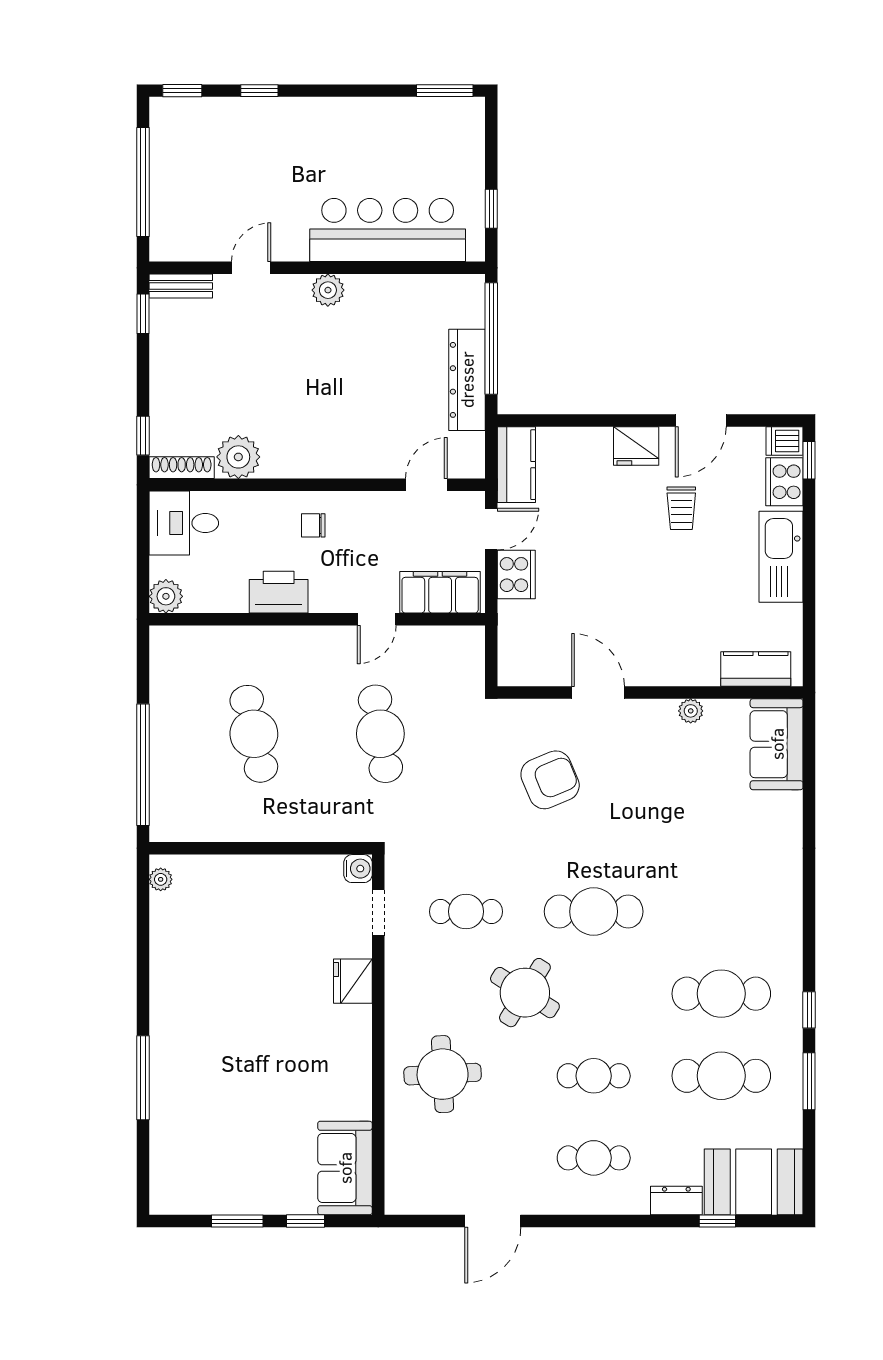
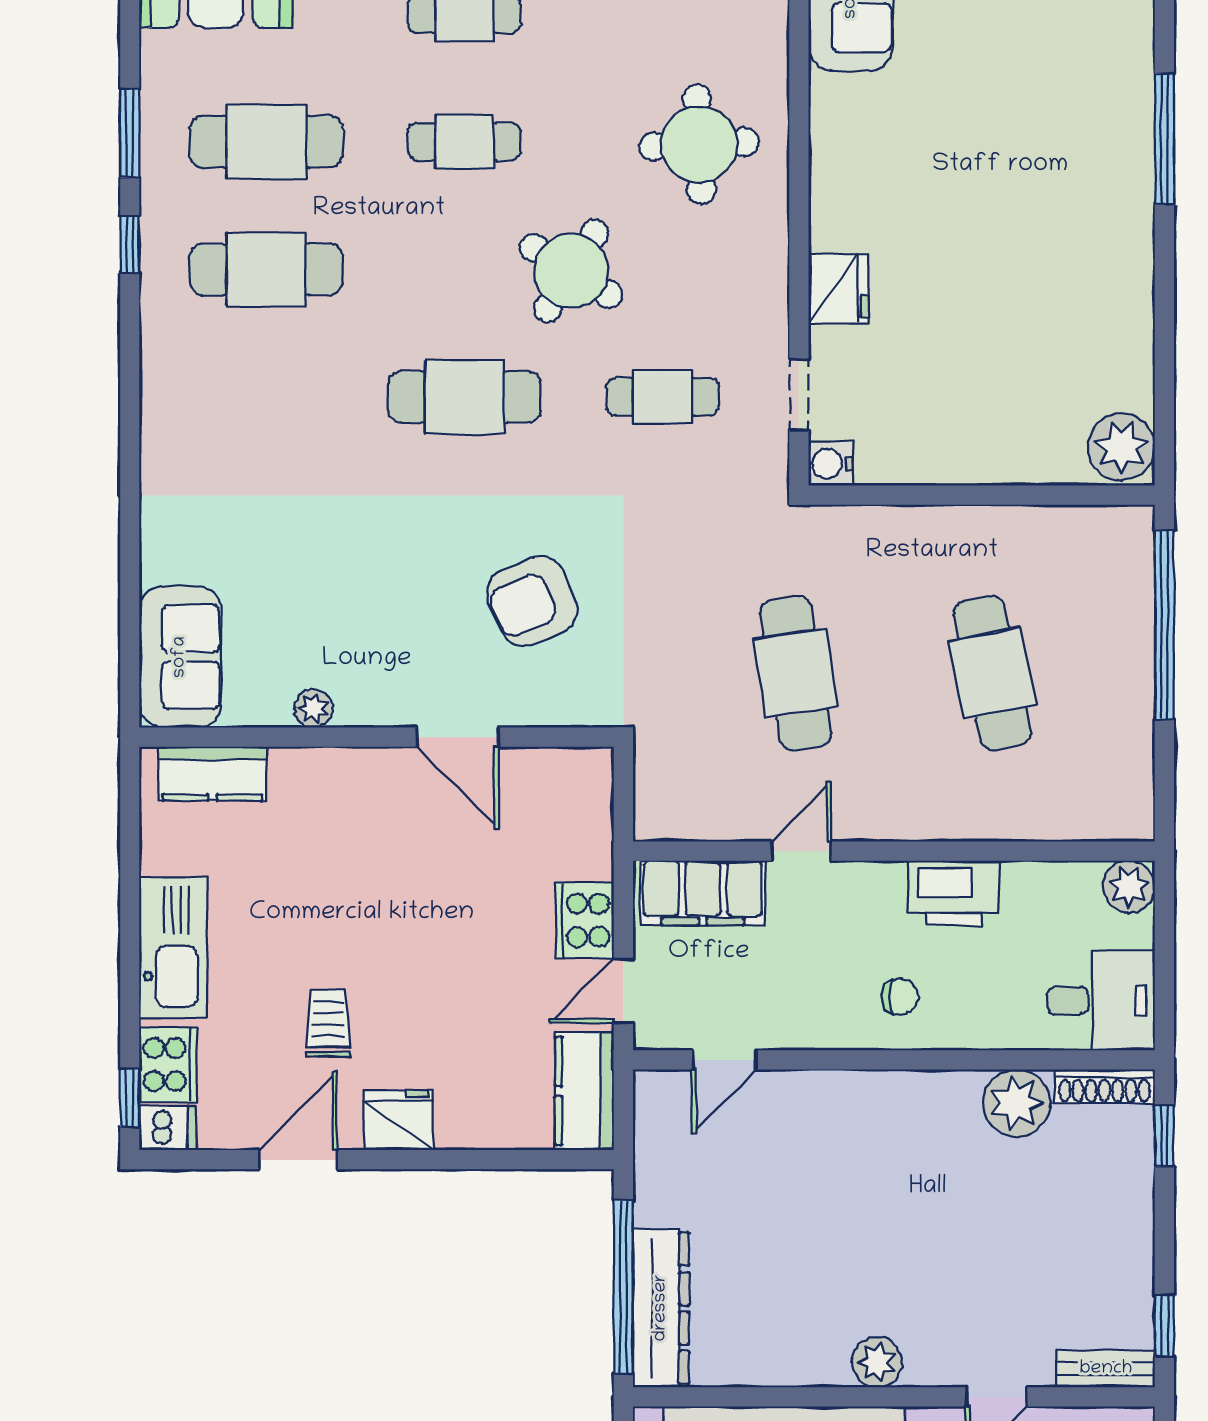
dresser: (467, 380) -> (661, 1308), moved
plant: (161, 879) -> (1121, 447), width x1.88, depth x1.88

